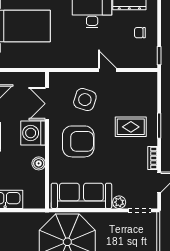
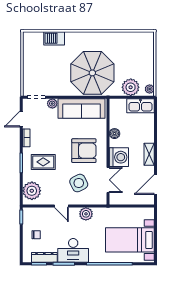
plant: (76, 60) -> (86, 214), added
plant: (146, 90) -> (32, 191), added
side table: (85, 100) -> (79, 183), turned 45
armchair: (78, 141) -> (84, 151), turned 180
plant: (18, 223) -> (131, 87), added

